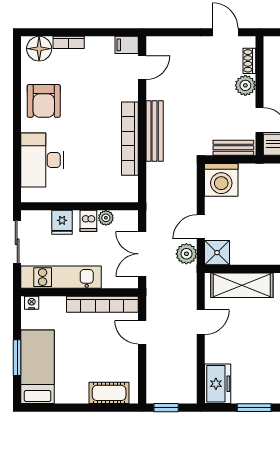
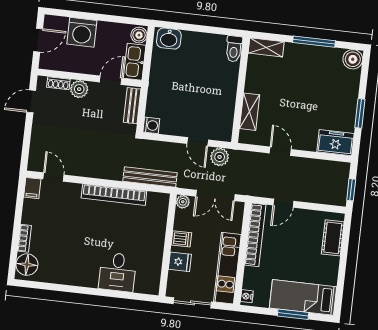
armchair: (44, 101) -> (73, 266), removed
bench: (155, 131) -> (150, 177), moved
desk: (42, 160) -> (117, 272), width x0.73
washing machine: (221, 180) -> (151, 125), width x0.53, depth x0.53
plant: (106, 218) -> (183, 202), moved
shower: (217, 253) -> (222, 130), removed
shelving: (242, 285) -> (250, 112), width x0.67, depth x0.75

